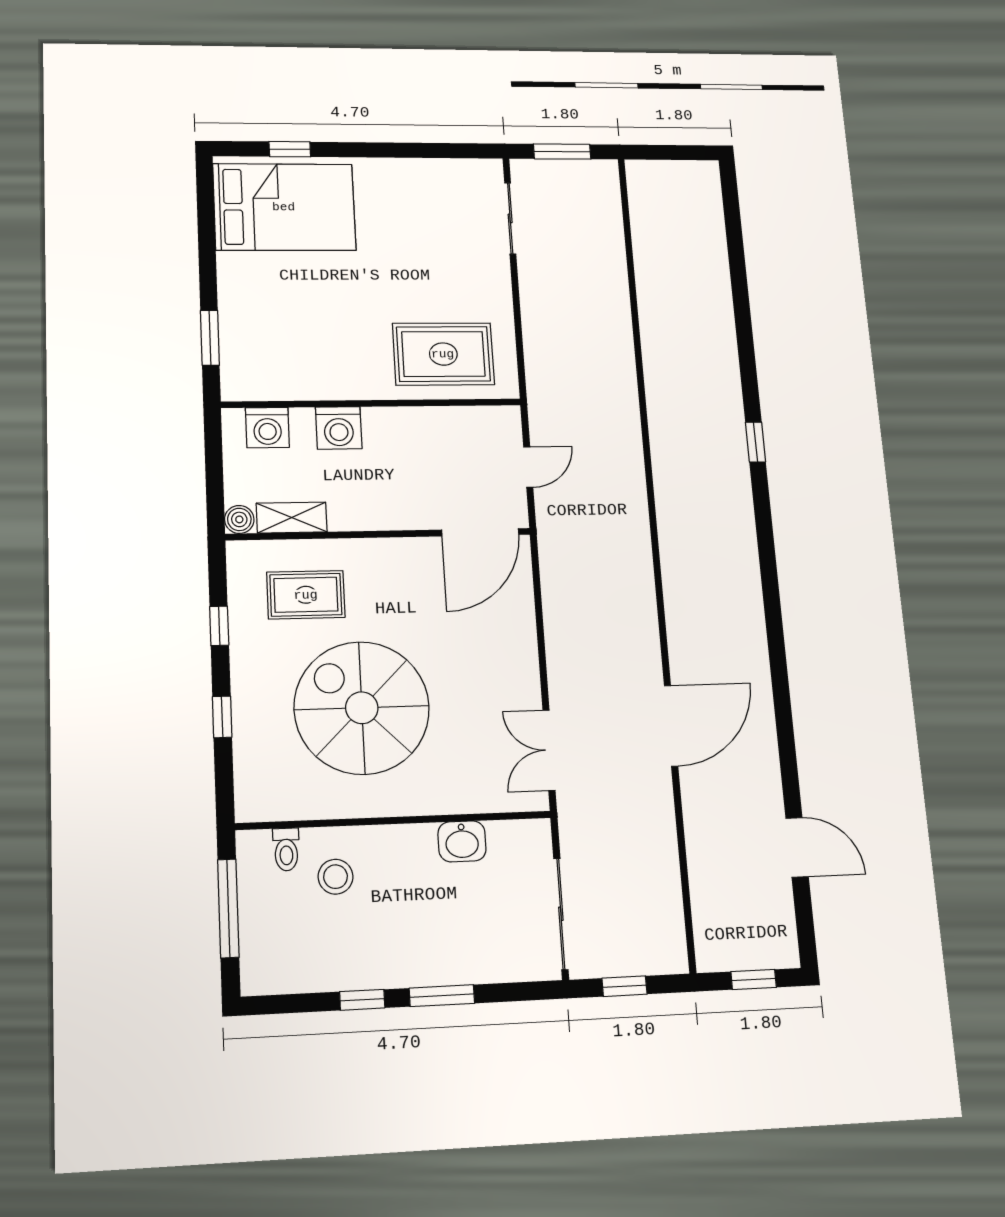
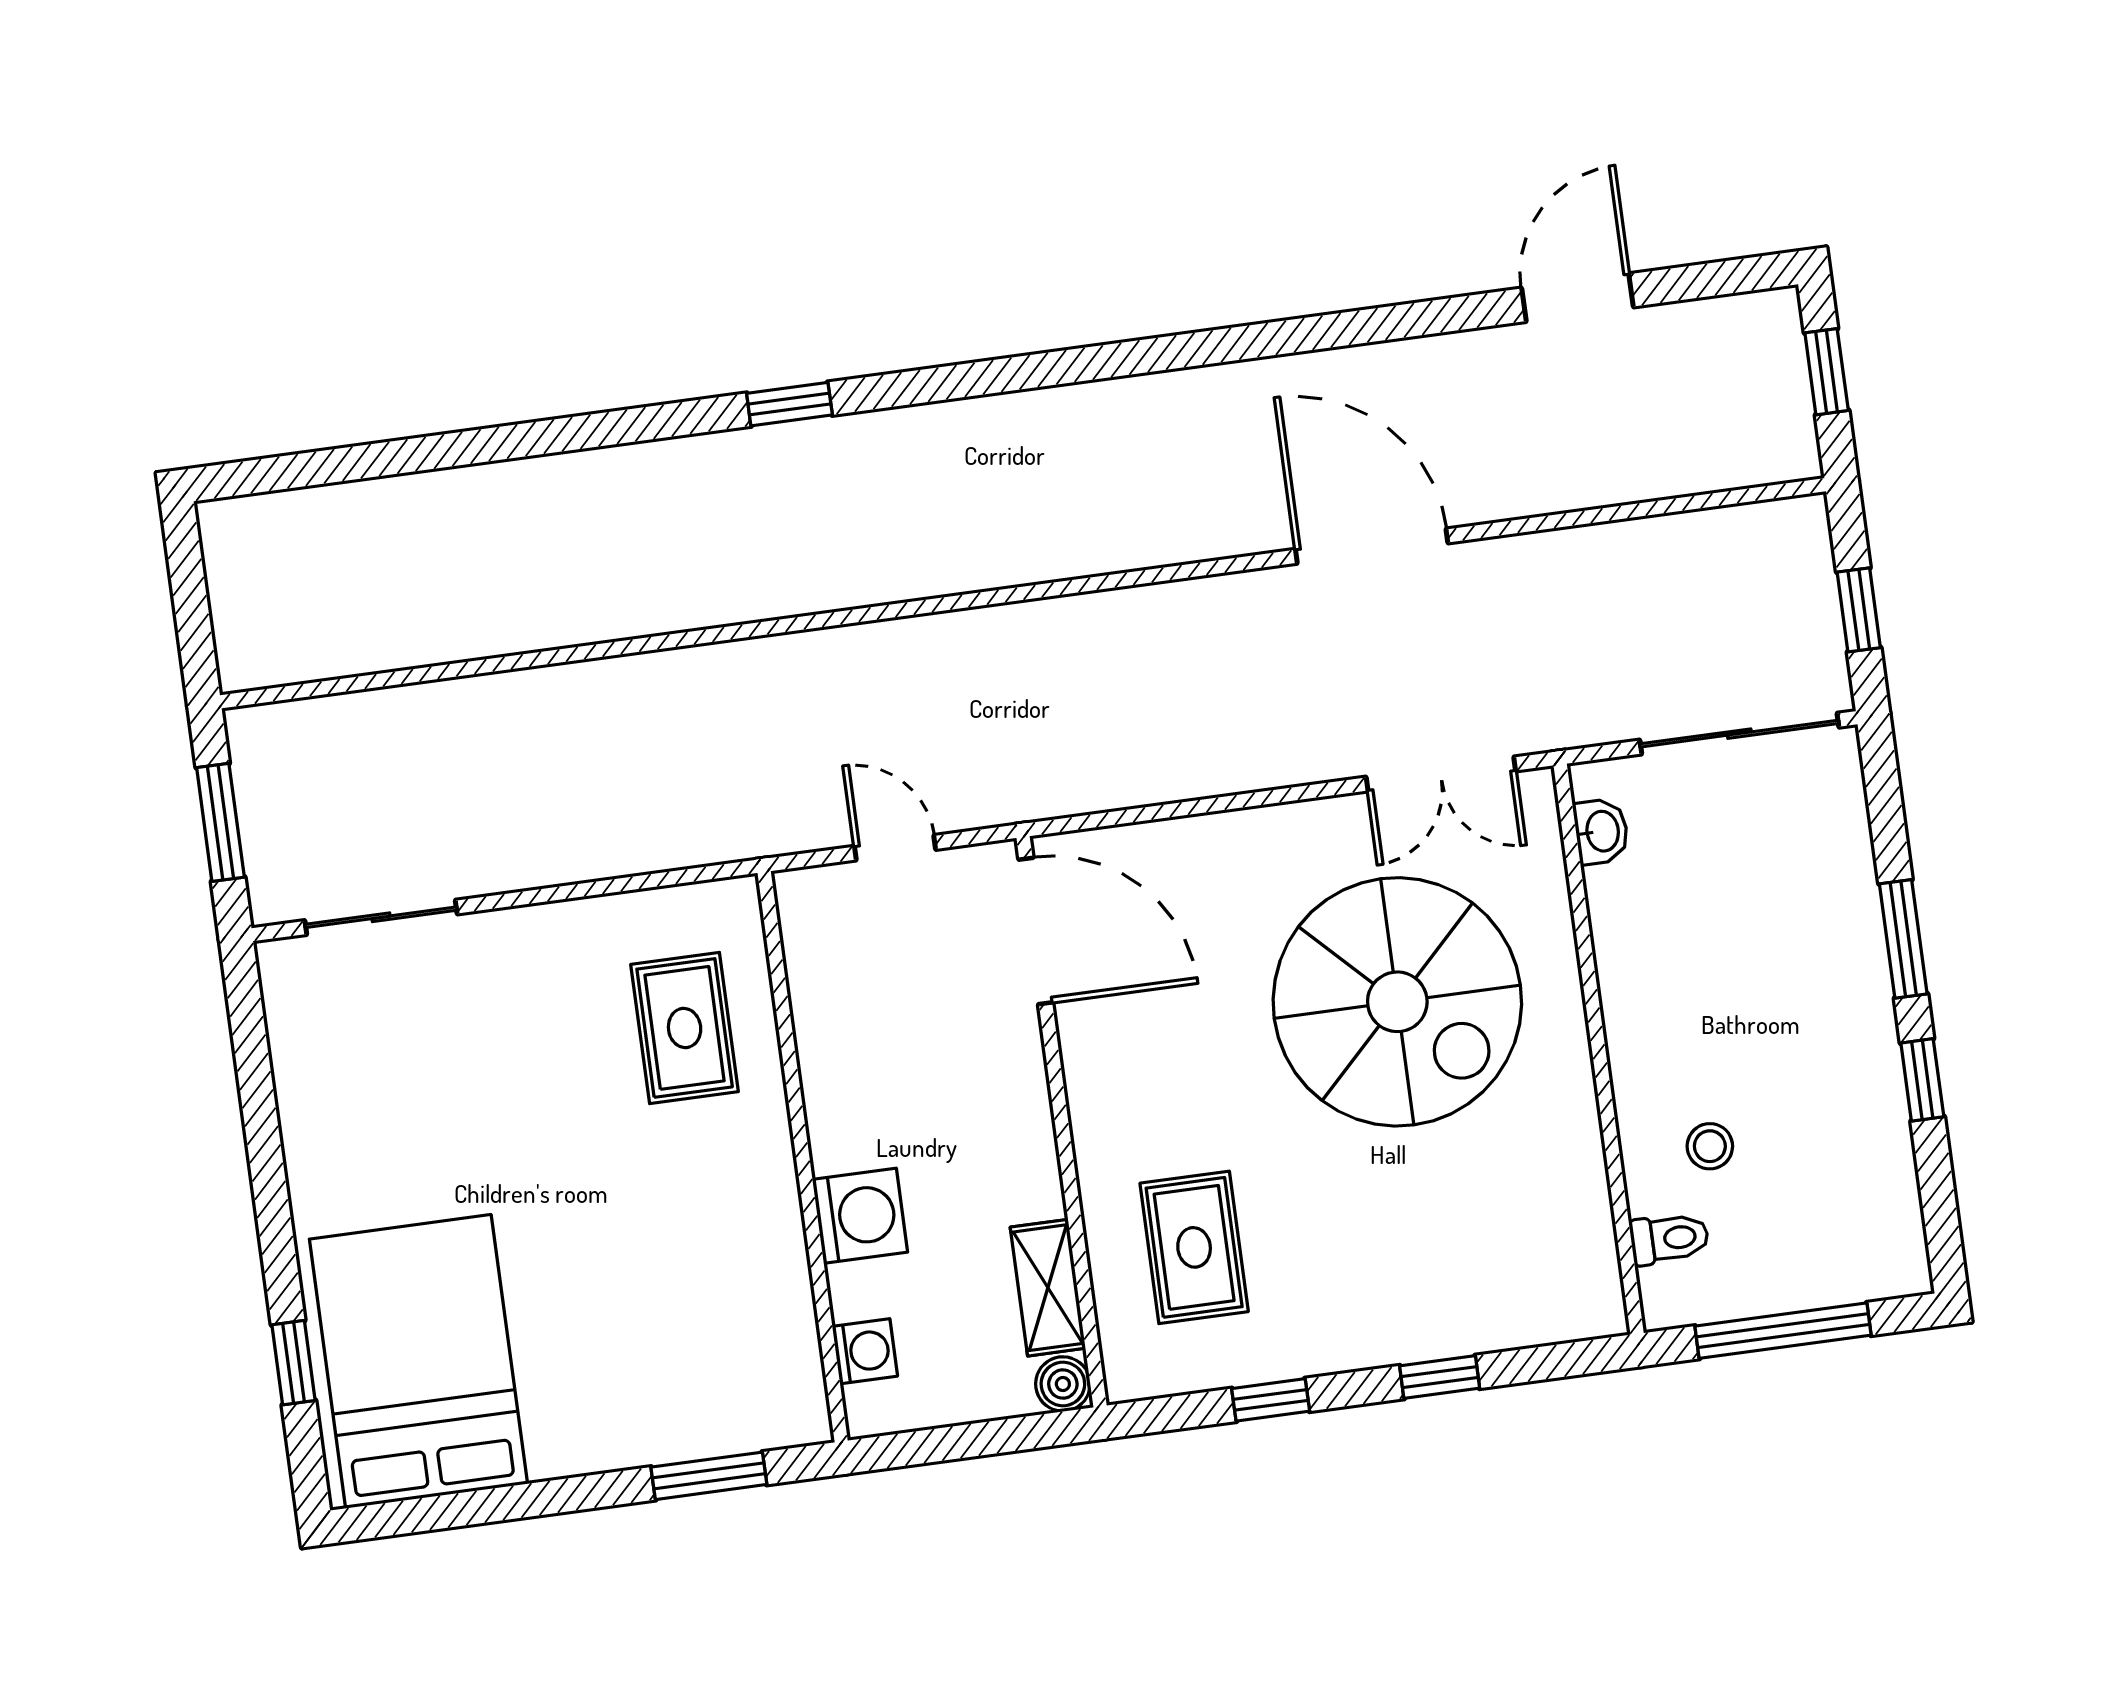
rug: (443, 354) -> (685, 1028), width x0.73, depth x0.70
washing machine: (267, 427) -> (865, 1351), width x0.73, depth x0.73
spiral stairs: (362, 708) -> (1397, 1002), moved, turned -90
washbasin: (462, 841) -> (1601, 831), moved, width x0.72, depth x0.69
stool: (336, 877) -> (1710, 1146), width x0.73, depth x0.73

